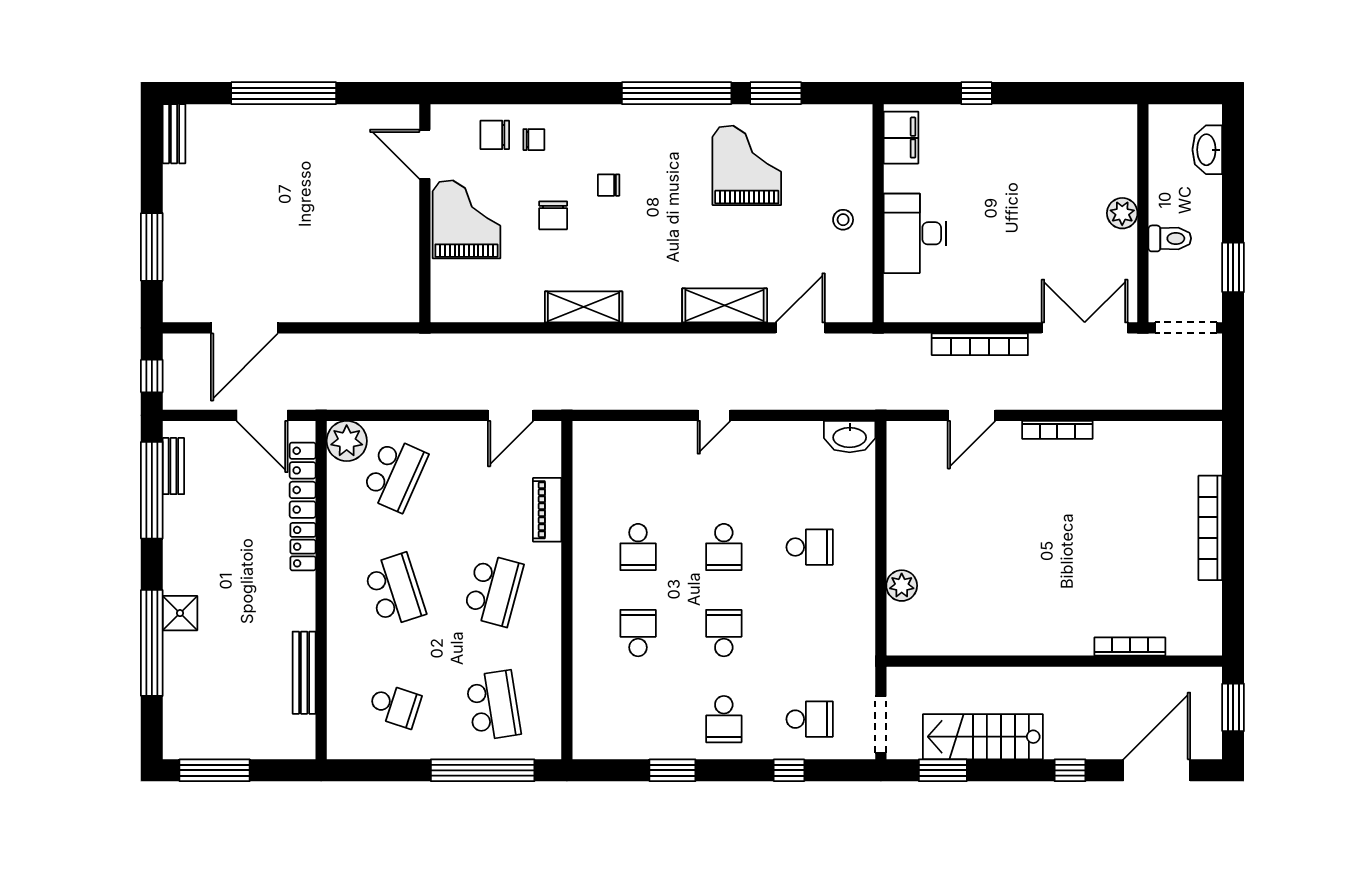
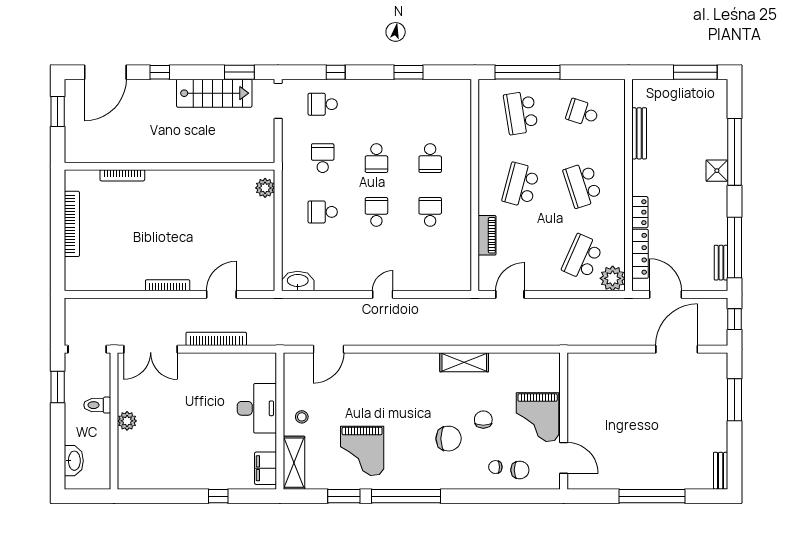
chair: (609, 185) -> (449, 439), width x1.87, depth x1.87
shelving: (725, 305) -> (294, 463), moved, turned 90
bookcase: (1130, 646) -> (122, 175), moved
wall: (1054, 661) -> (170, 166), moved
school desk: (724, 719) -> (323, 158), moved

